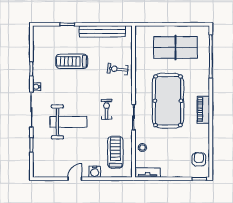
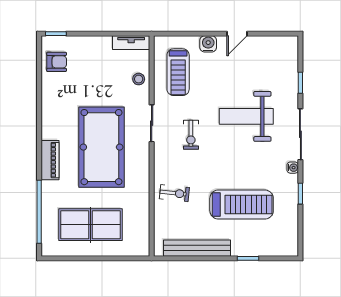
treadmill: (72, 61) -> (242, 205), width x1.37, depth x1.38
piano: (203, 110) -> (50, 160), moved
armchair: (199, 159) -> (57, 62), turned -90

